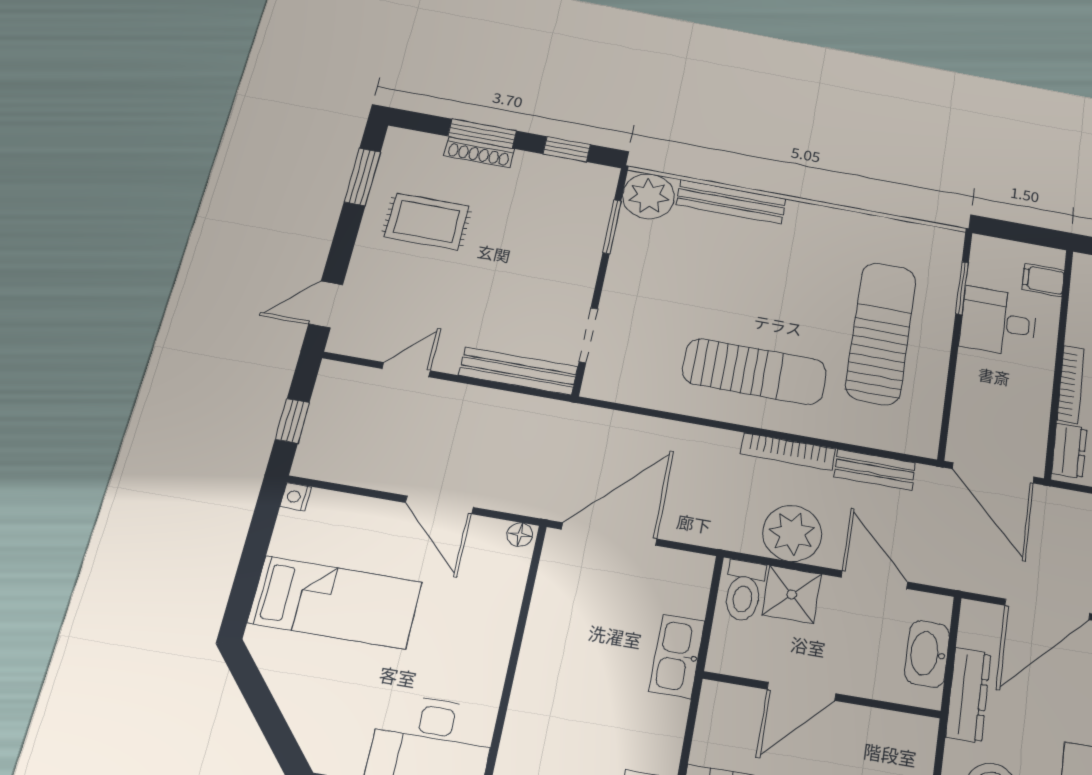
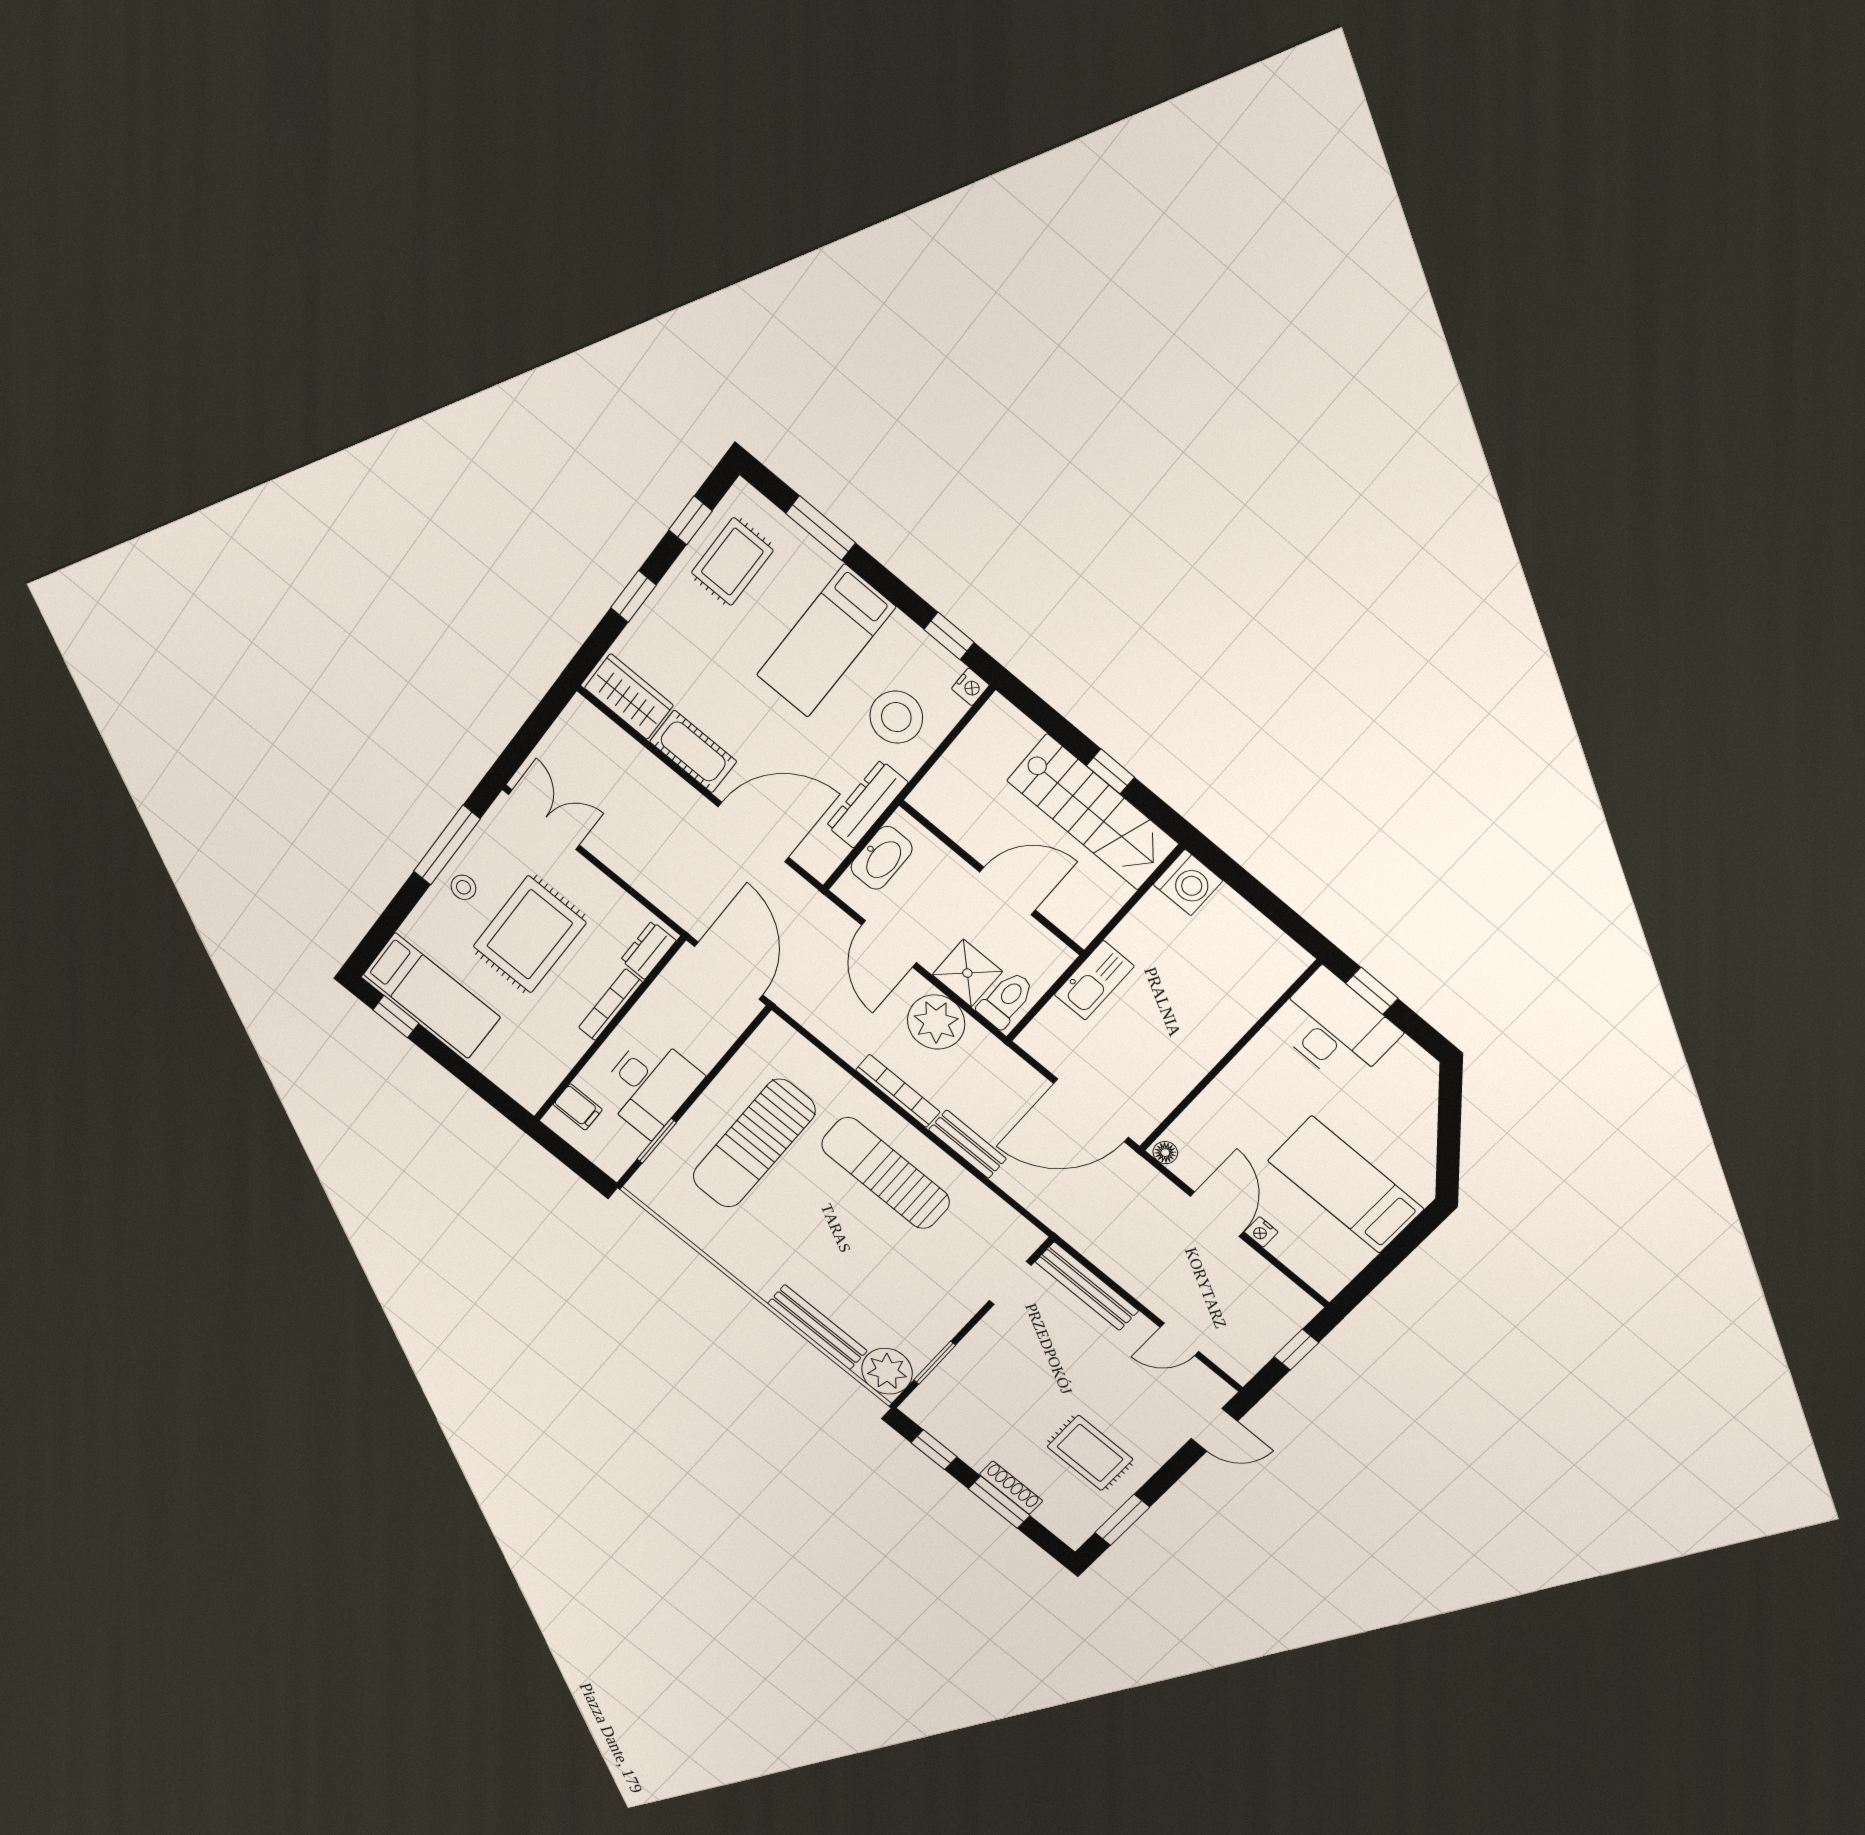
desk: (998, 322) -> (649, 1085), width x1.37
bench: (875, 470) -> (968, 1144), moved
nightstand: (296, 497) -> (1261, 1232), moved, turned 90

